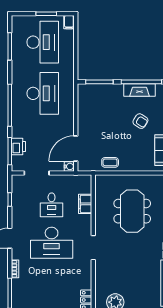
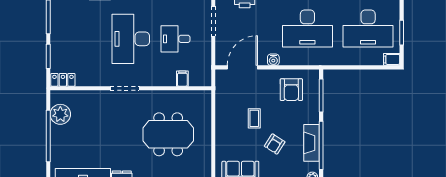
armchair: (94, 107) -> (291, 90), added
door: (76, 148) -> (242, 67), hinge flipped
coffee table: (110, 162) -> (254, 118), moved
water cooler: (69, 166) -> (273, 60), moved
filing cabinet: (85, 204) -> (182, 79), width x0.50

